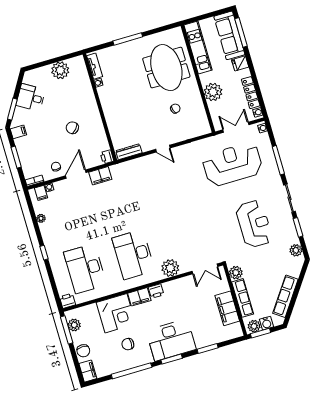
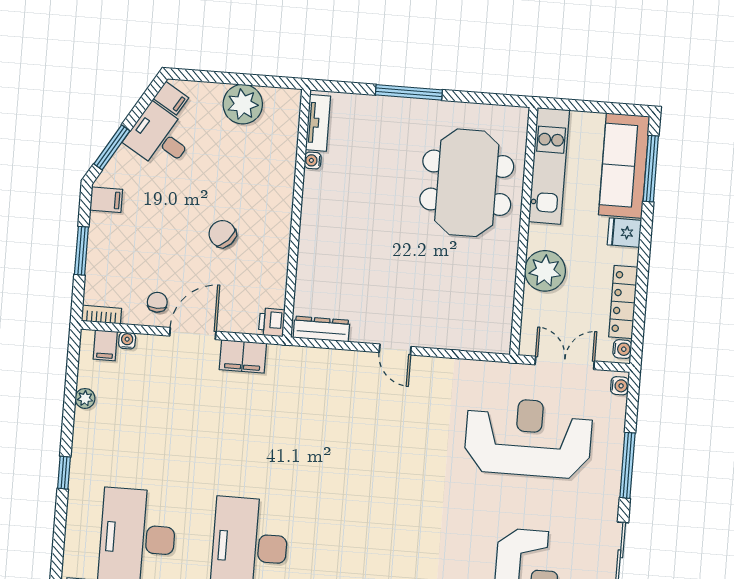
filing cabinet: (29, 79) -> (171, 98), added
chair: (175, 109) -> (453, 275), removed

